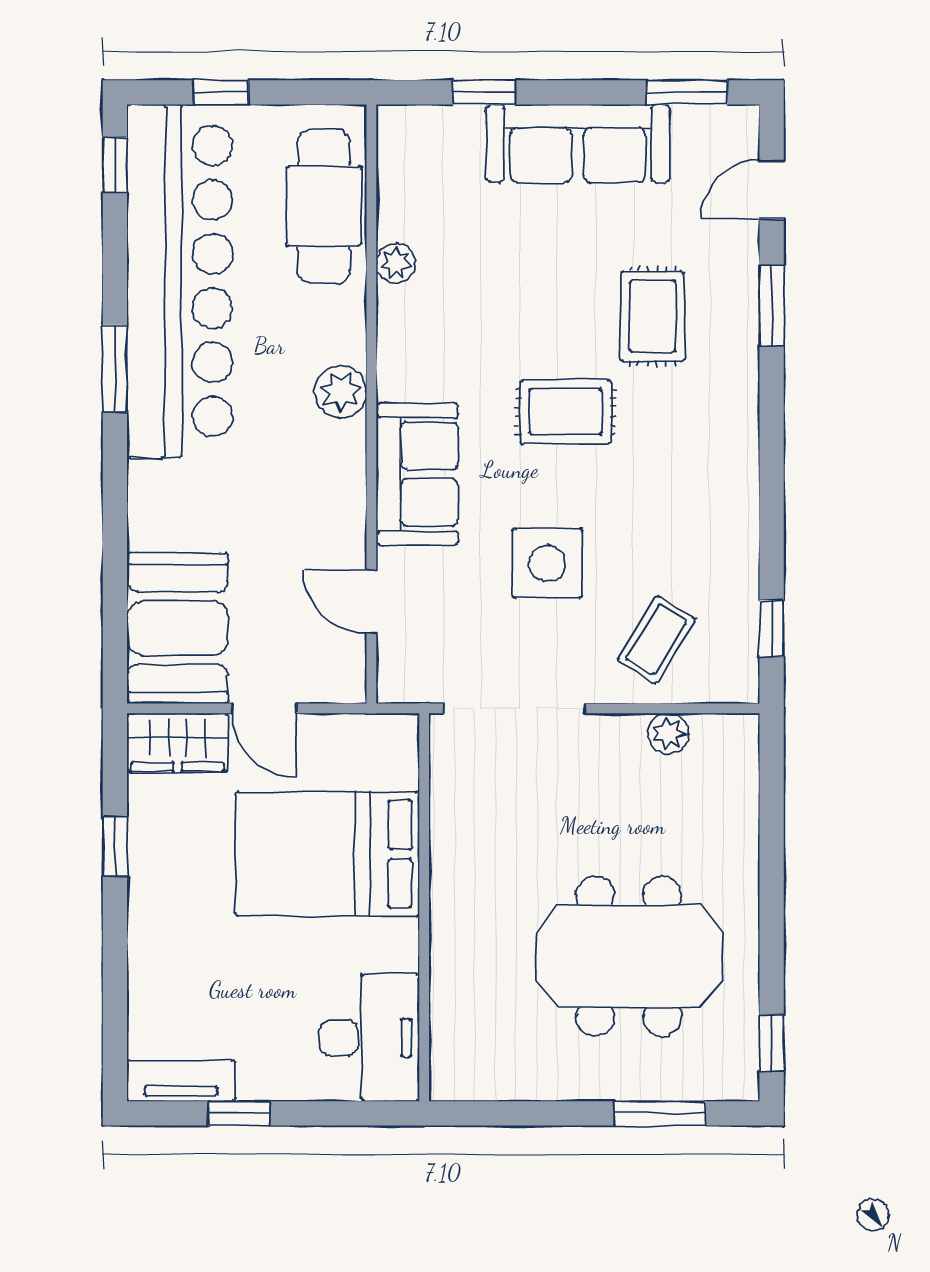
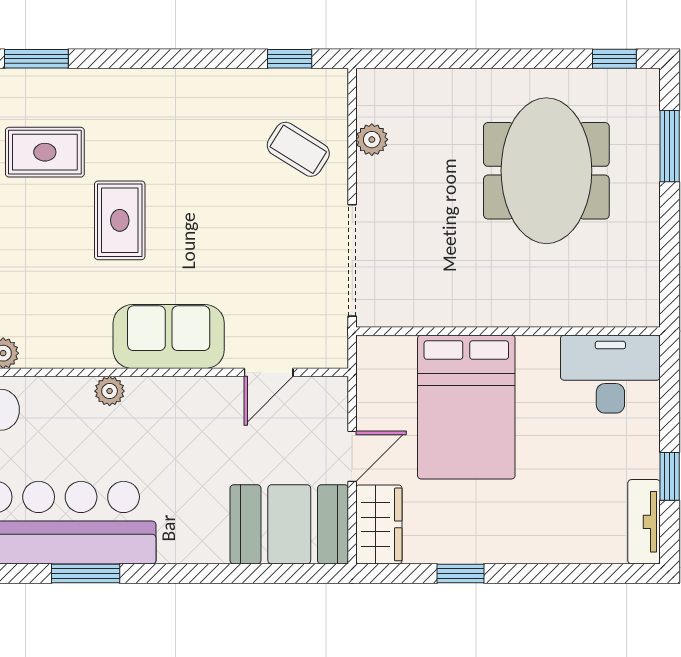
plant: (341, 392) -> (110, 391), width x0.73, depth x0.73
side table: (547, 563) -> (238, 235), removed

